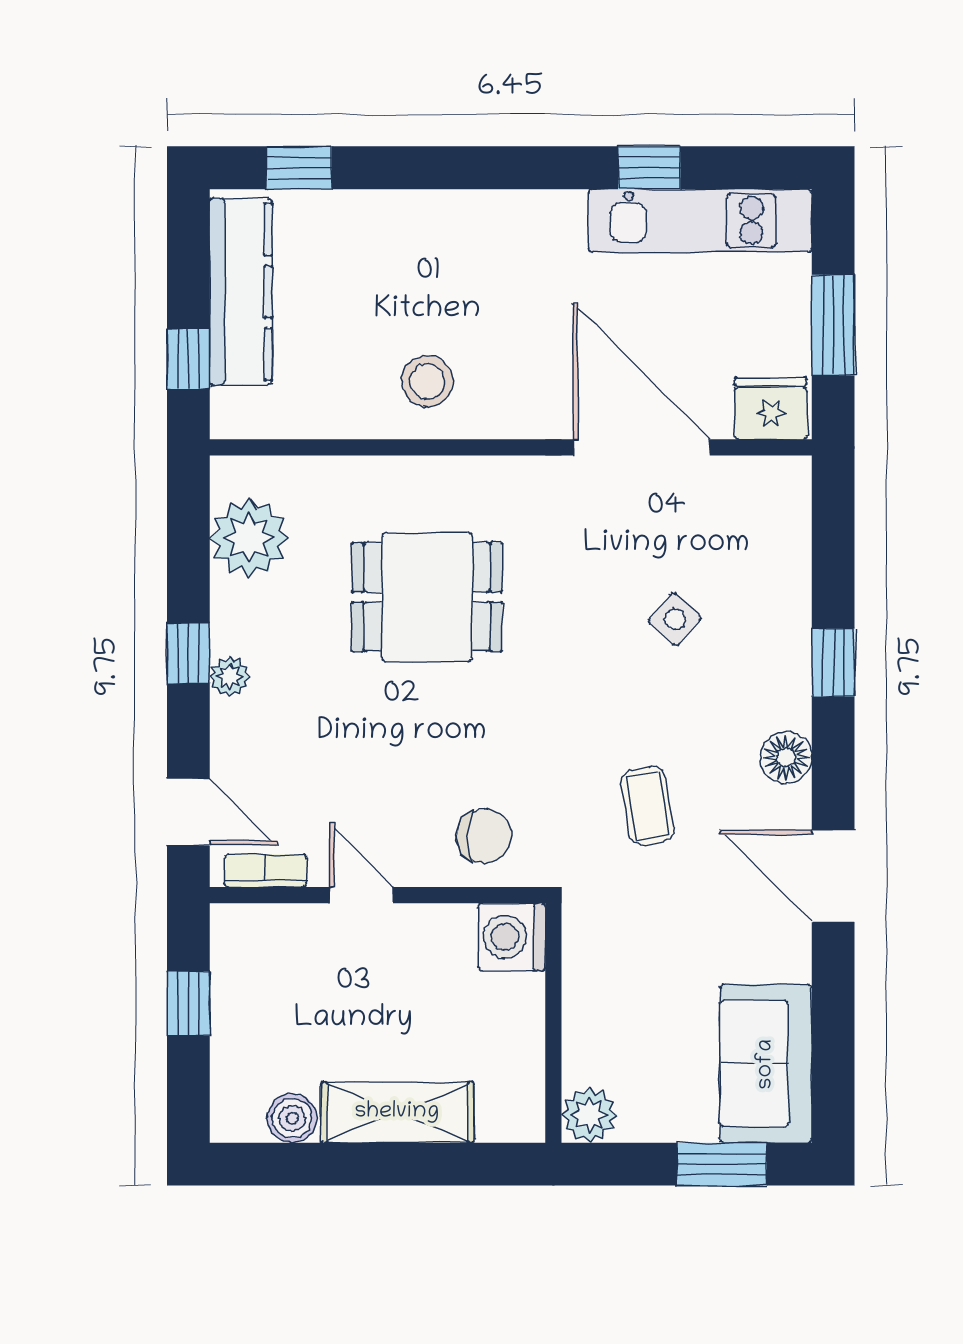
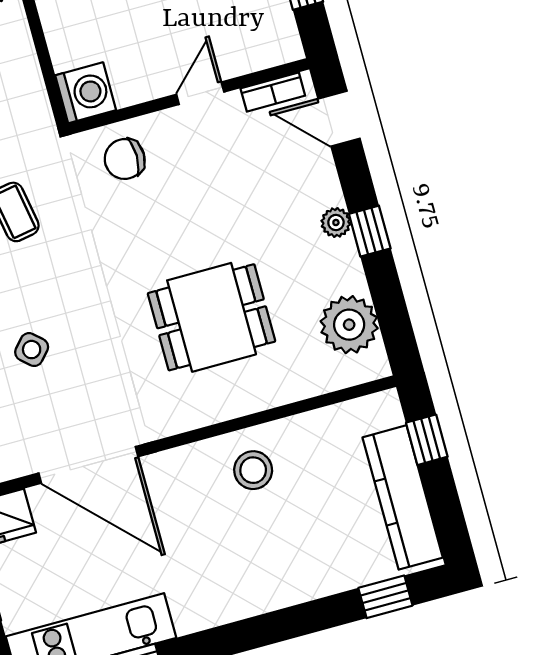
door: (361, 895) -> (200, 93), swing flipped

